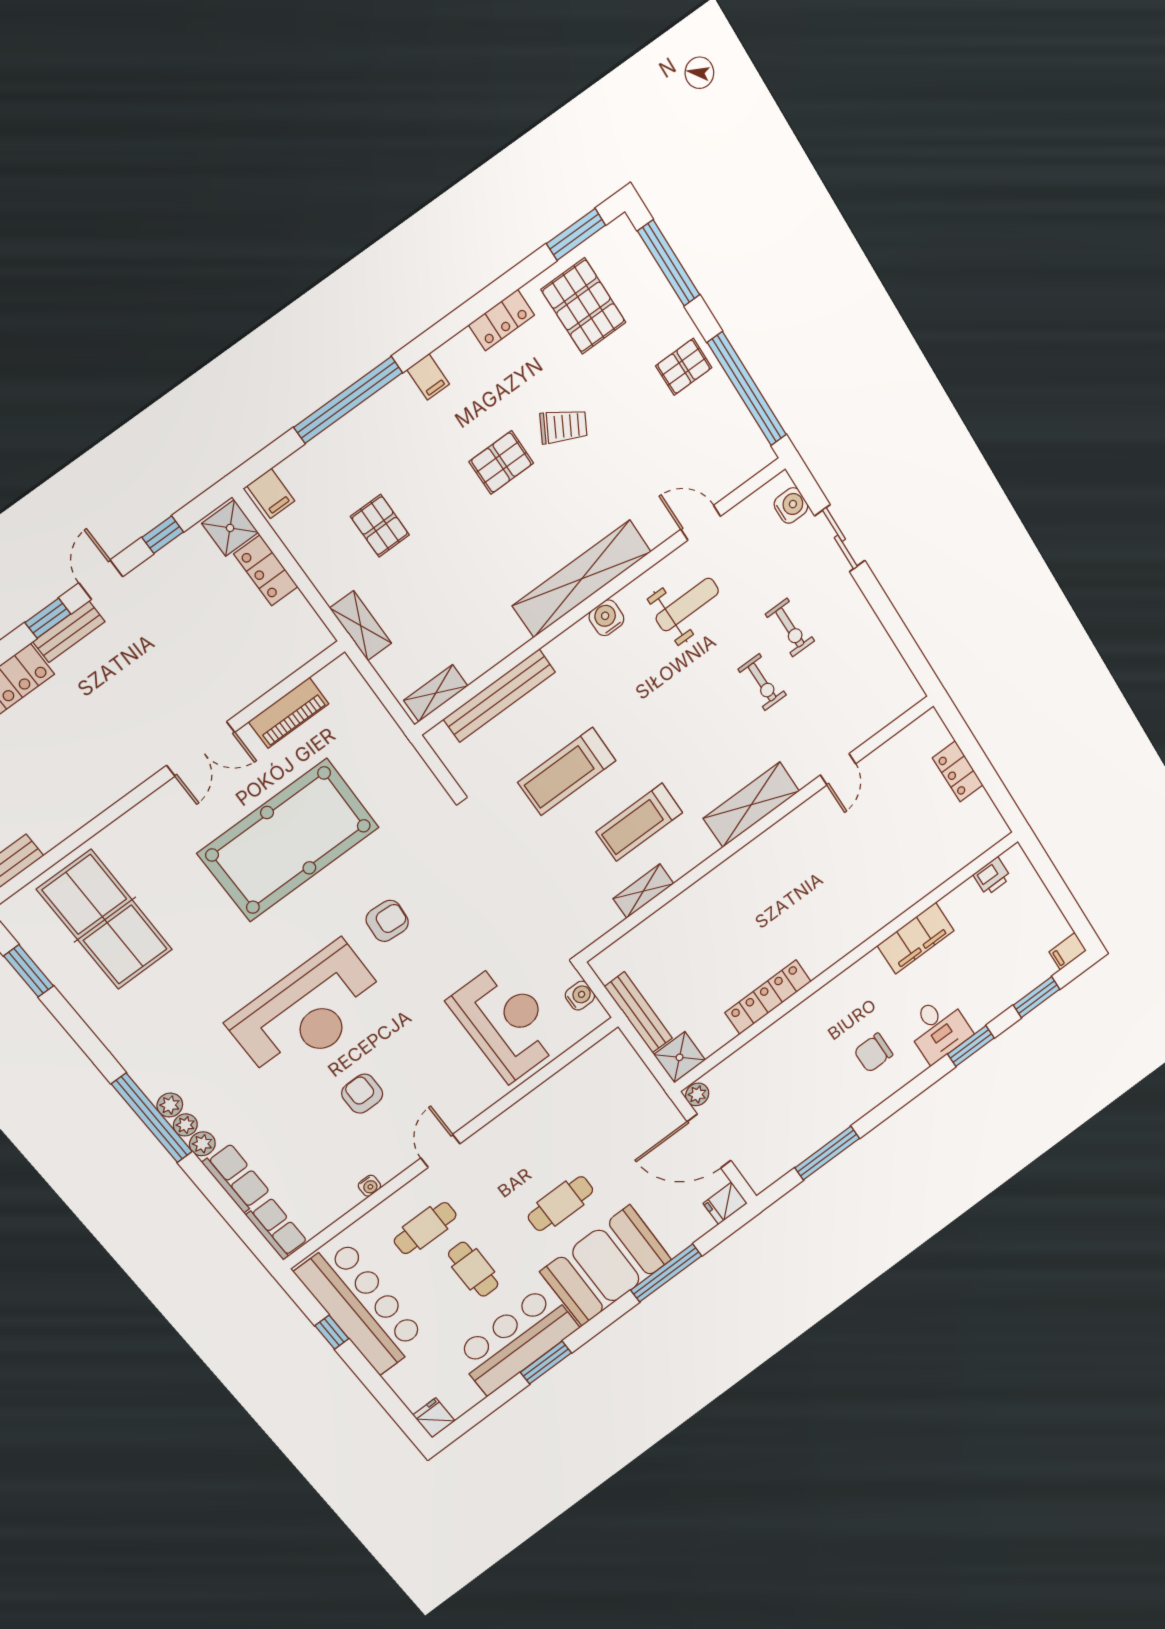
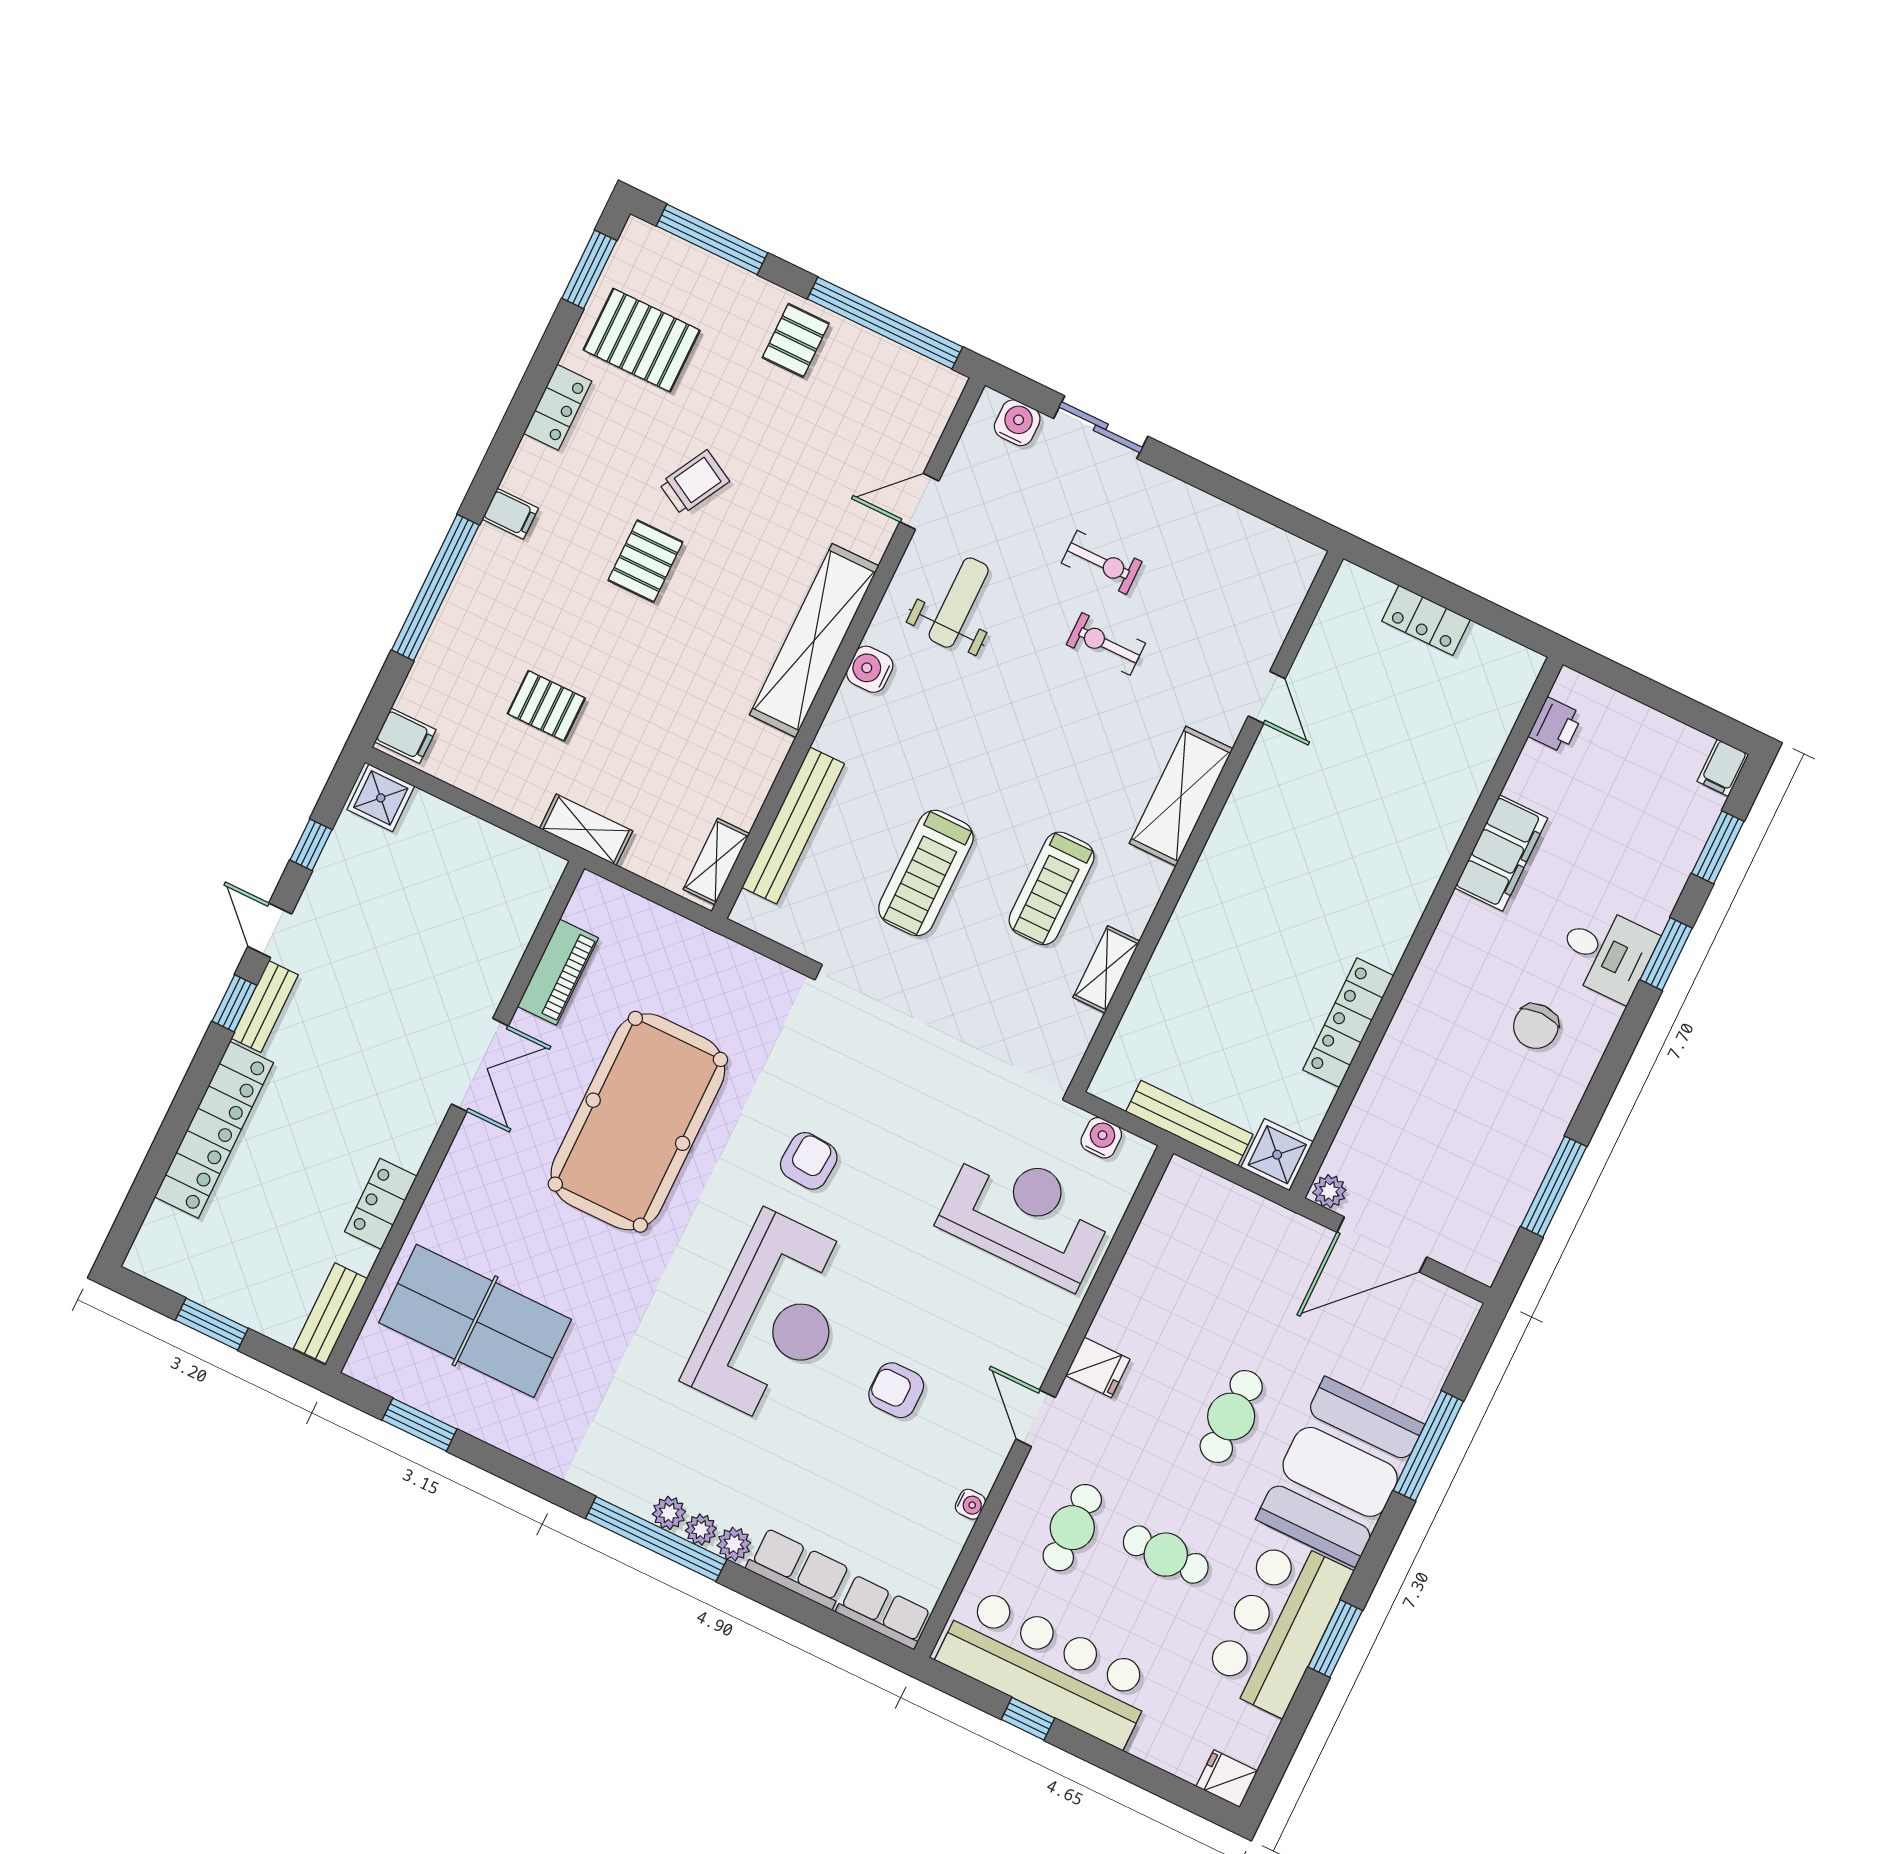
locker: (266, 570) -> (381, 1204), moved, turned 90
exercise bike: (762, 682) -> (1106, 644), turned 180
fridge: (725, 1203) -> (1098, 1367), moved, turned -90

